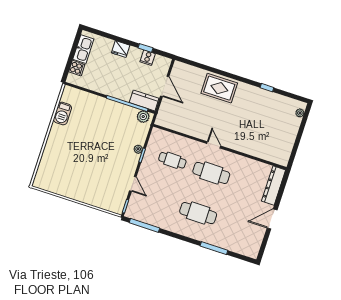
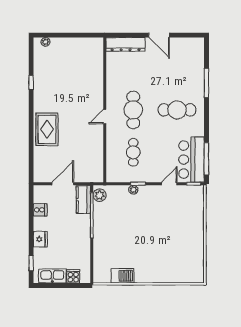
window: (145, 48) -> (31, 263), moved
bar counter: (148, 211) -> (191, 160), added
cafe table: (198, 213) -> (177, 110), turned 90

